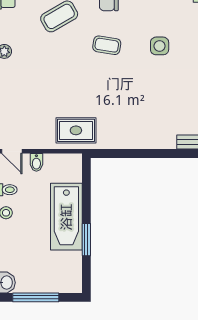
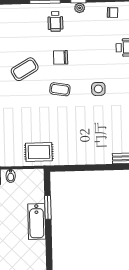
bathtub: (66, 217) -> (37, 221), width x0.73, depth x0.73
window: (86, 240) -> (48, 207), moved

